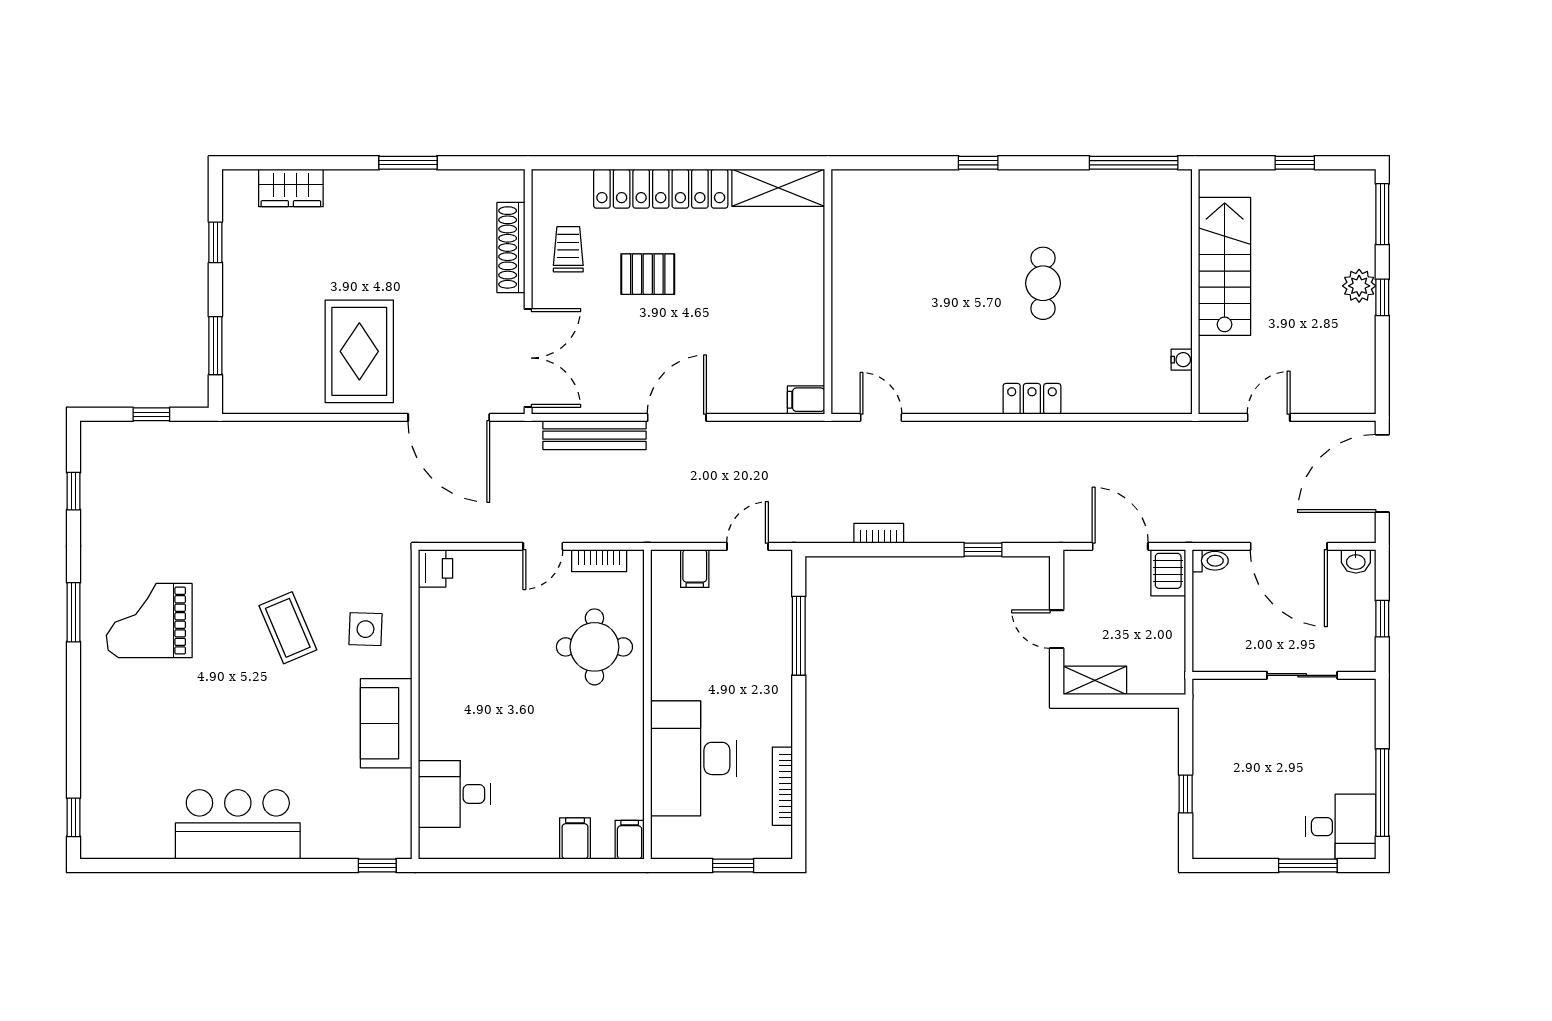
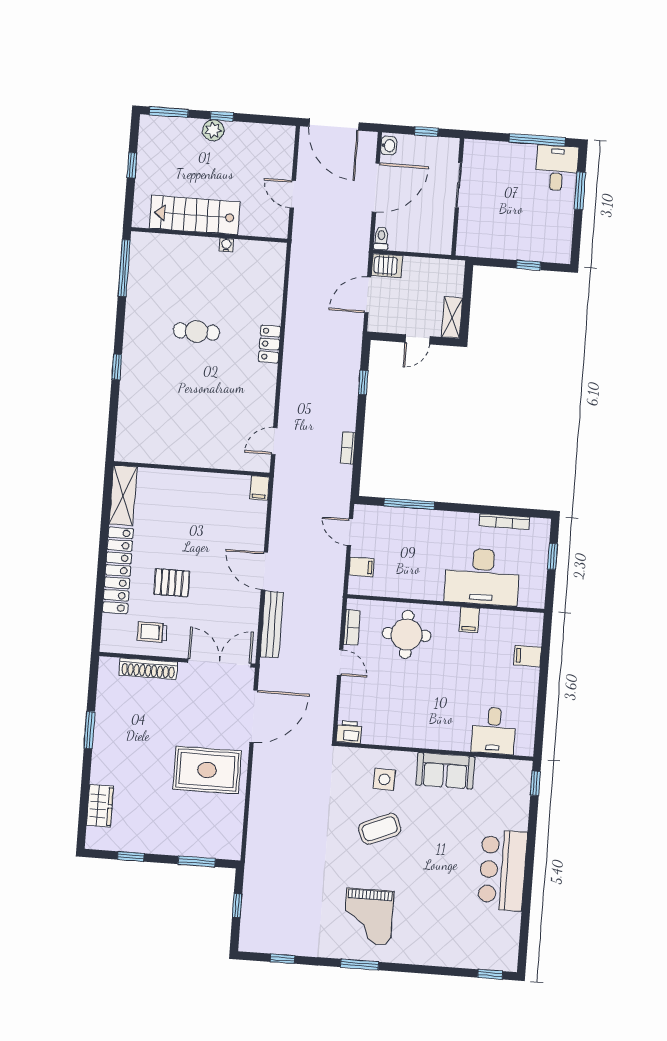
pallet: (648, 274) -> (172, 583), turned 90
water cooler: (1182, 360) -> (226, 245), moved
filing cabinet: (630, 840) -> (469, 620), moved, turned -90

